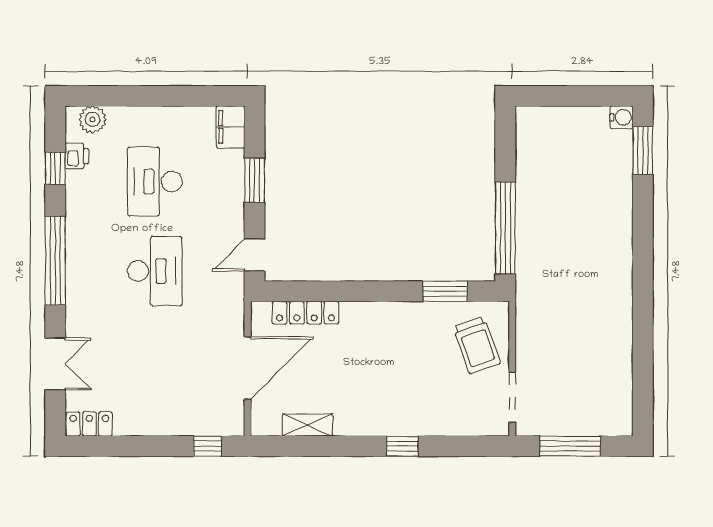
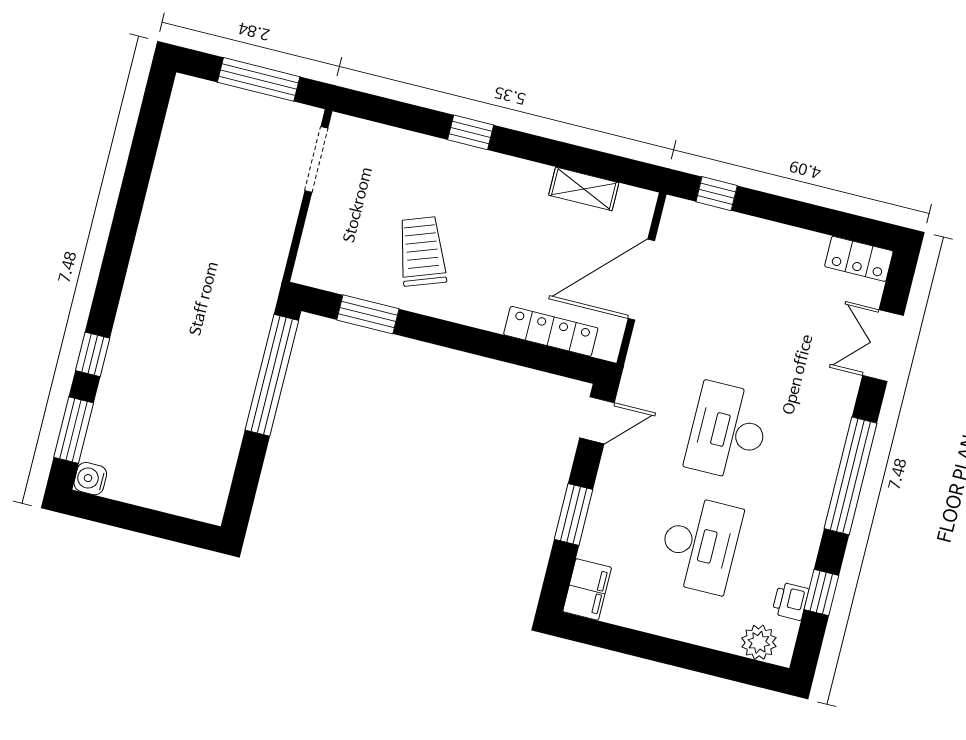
window: (643, 210) -> (93, 354), added
trolley: (477, 345) -> (422, 251), moved

